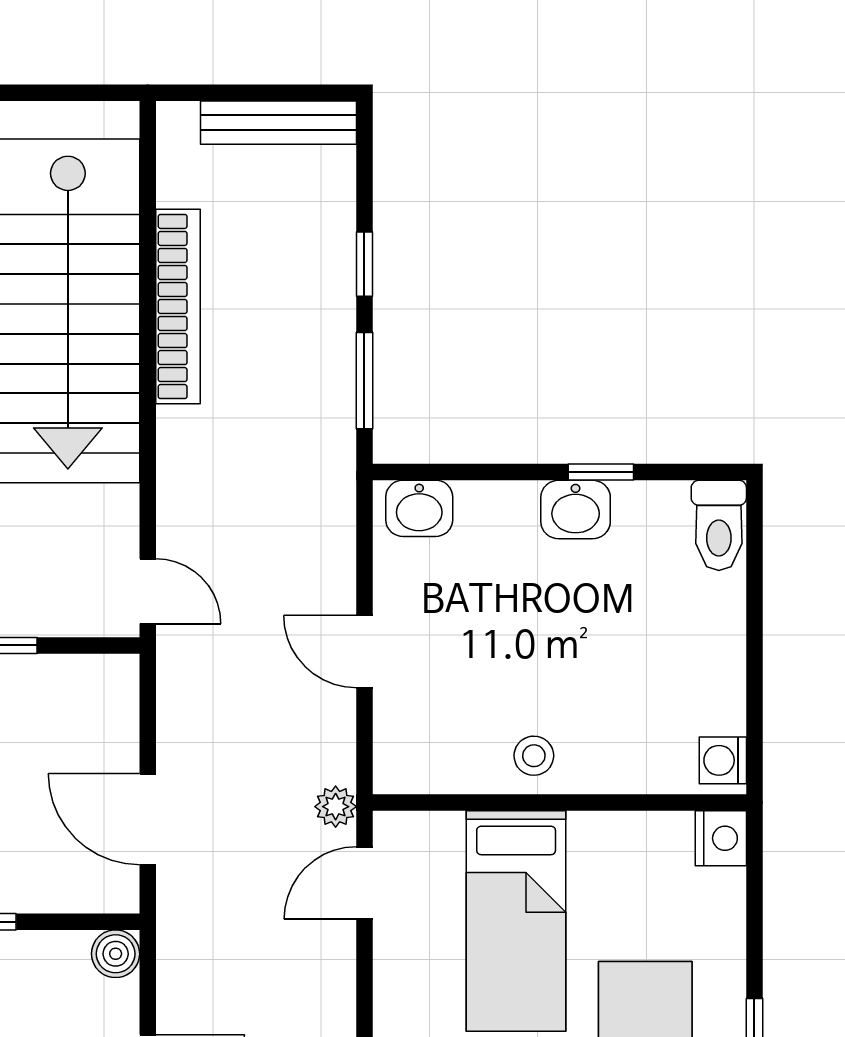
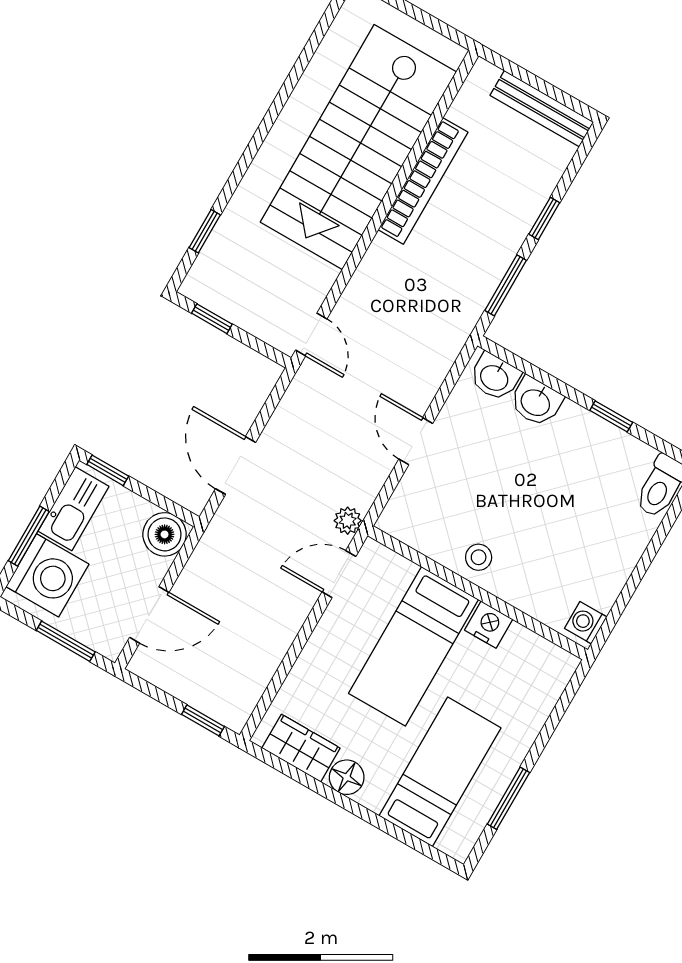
washbasin: (576, 509) -> (536, 402), moved
nightstand: (721, 838) -> (489, 625), moved, turned -90
boiler: (116, 954) -> (165, 534), width x1.36, depth x1.36

